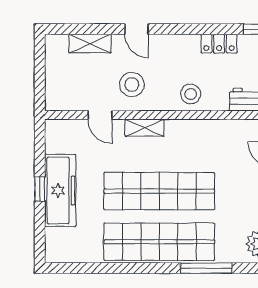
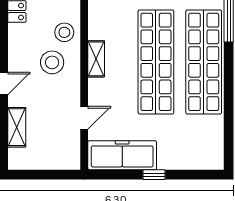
stool: (132, 85) -> (52, 62), moved
shelving: (144, 128) -> (96, 59), moved
freezer: (60, 190) -> (122, 155), moved

